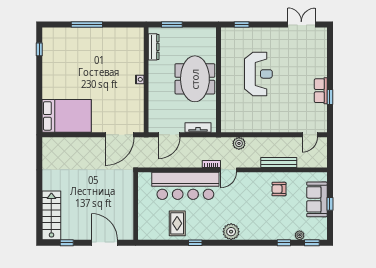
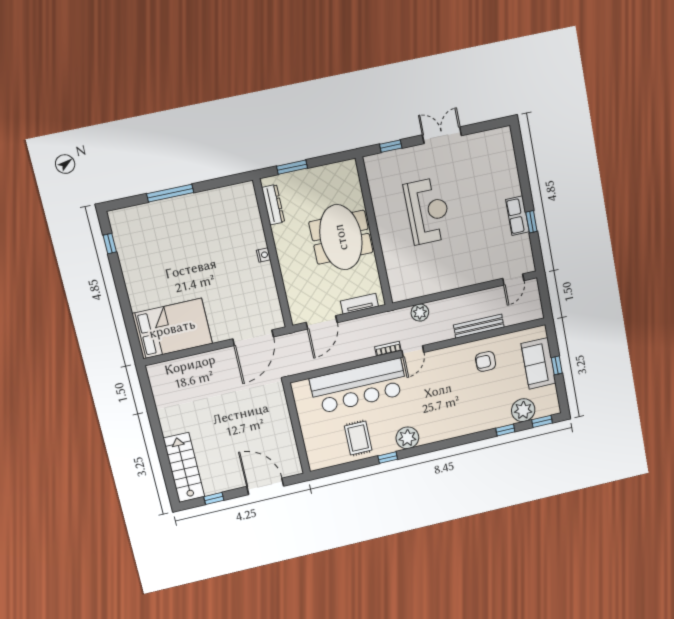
double door: (301, 25) -> (442, 135), moved
plant: (231, 232) -> (407, 438), moved
plant: (300, 235) -> (523, 410), width x1.88, depth x1.88

